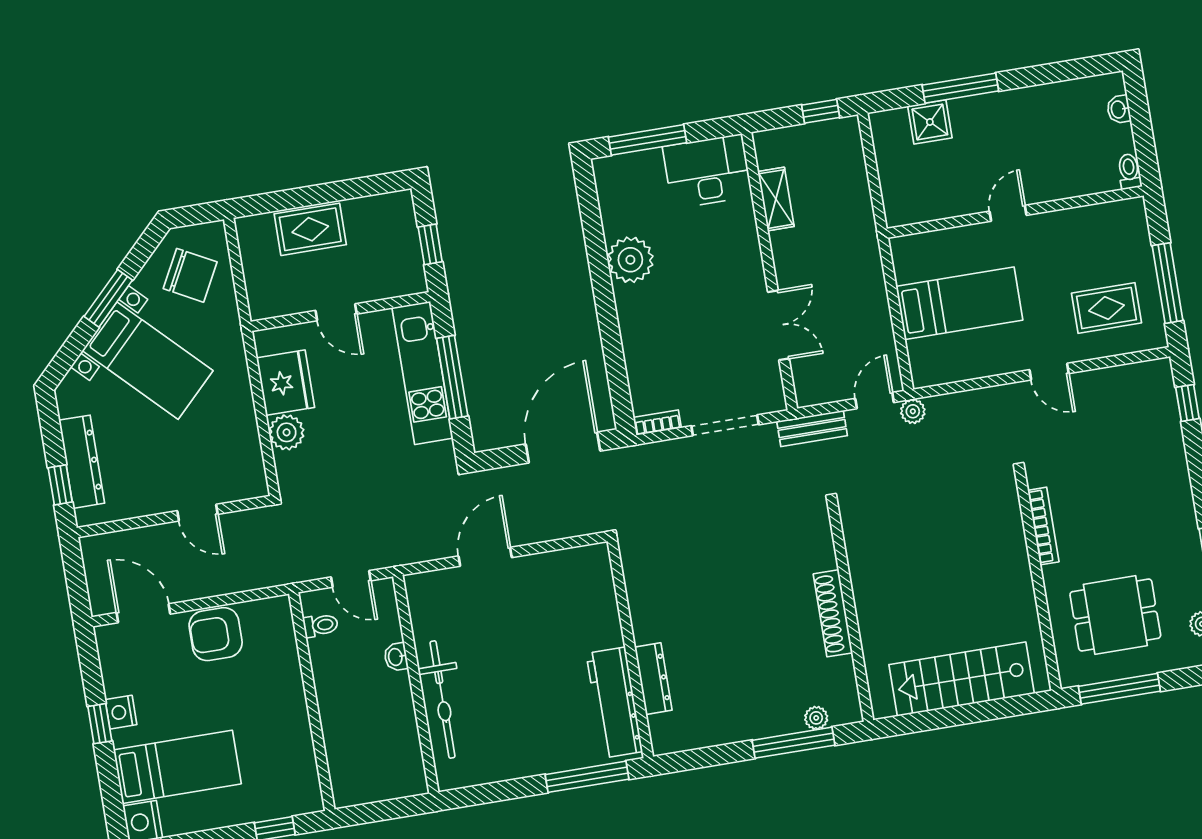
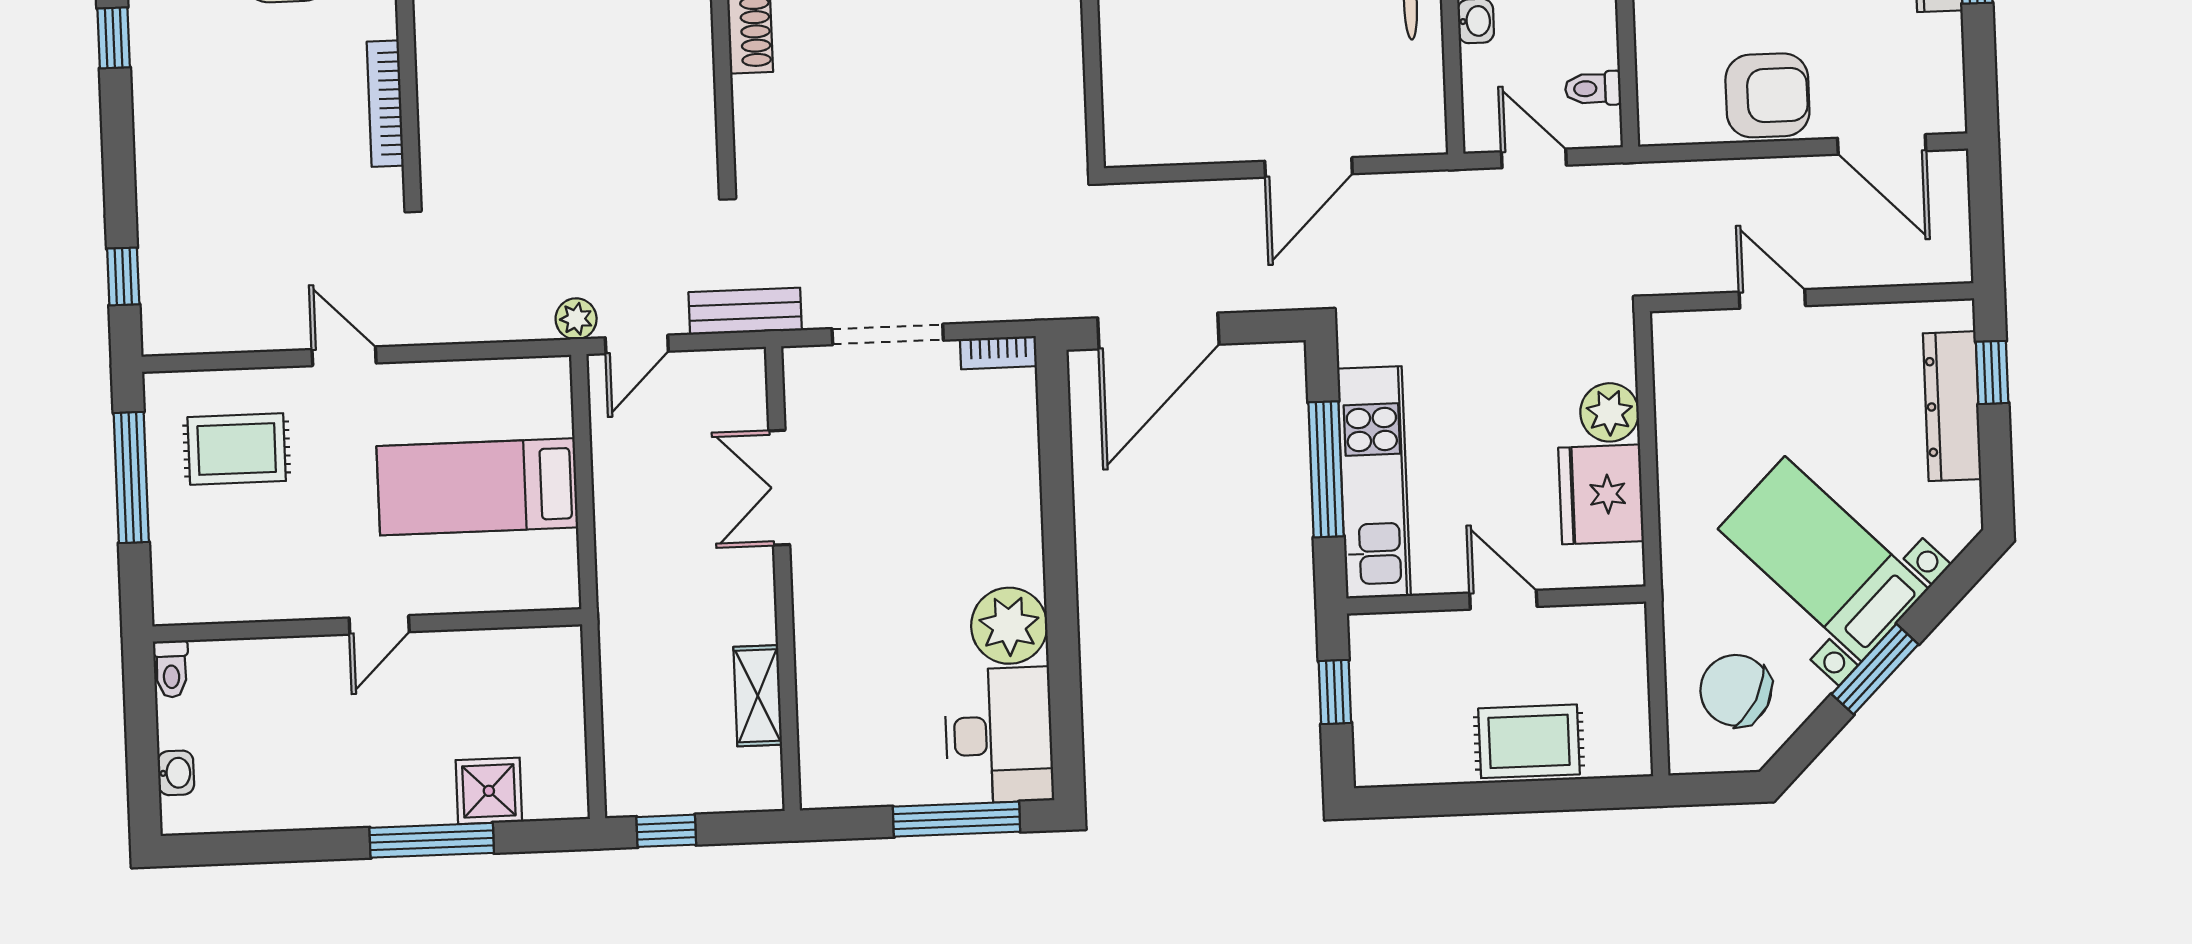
desk: (707, 171) -> (999, 735), moved, turned -90

